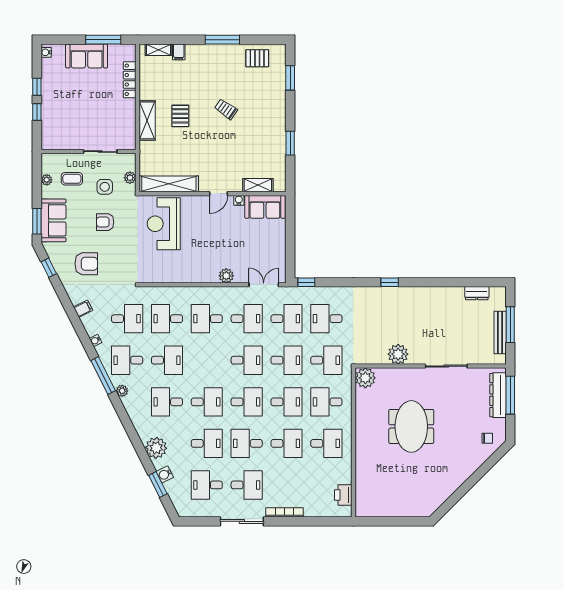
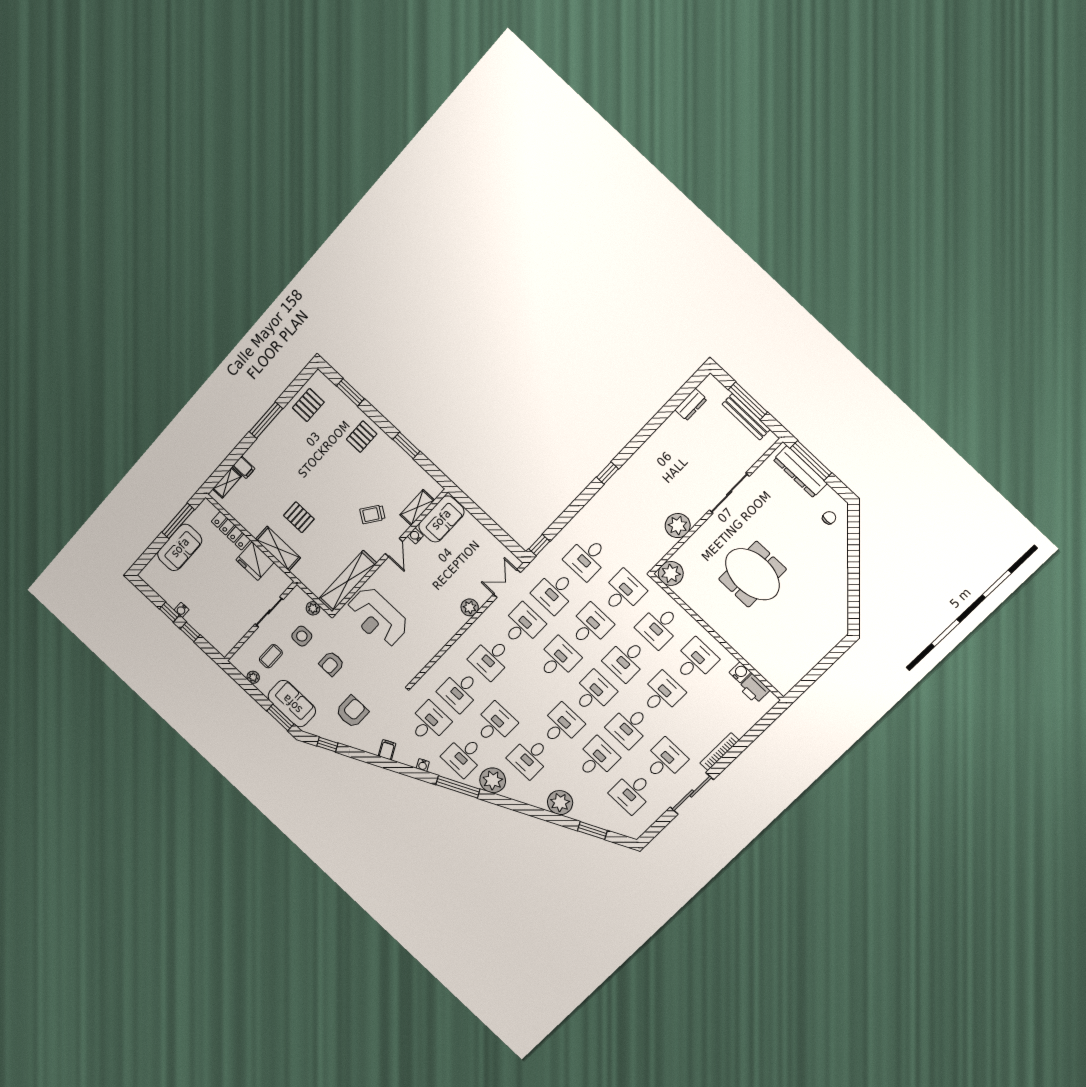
water cooler: (46, 52) -> (182, 610), moved
trolley: (226, 109) -> (372, 514), moved
pallet: (269, 110) -> (362, 437), added
fridge: (125, 113) -> (255, 561), added
desk: (287, 319) -> (555, 592), turned 180
plant: (122, 391) -> (493, 780), width x1.88, depth x1.88
desk: (287, 402) -> (626, 660), turned 180
water cooler: (165, 474) -> (740, 672), moved, turned -153

